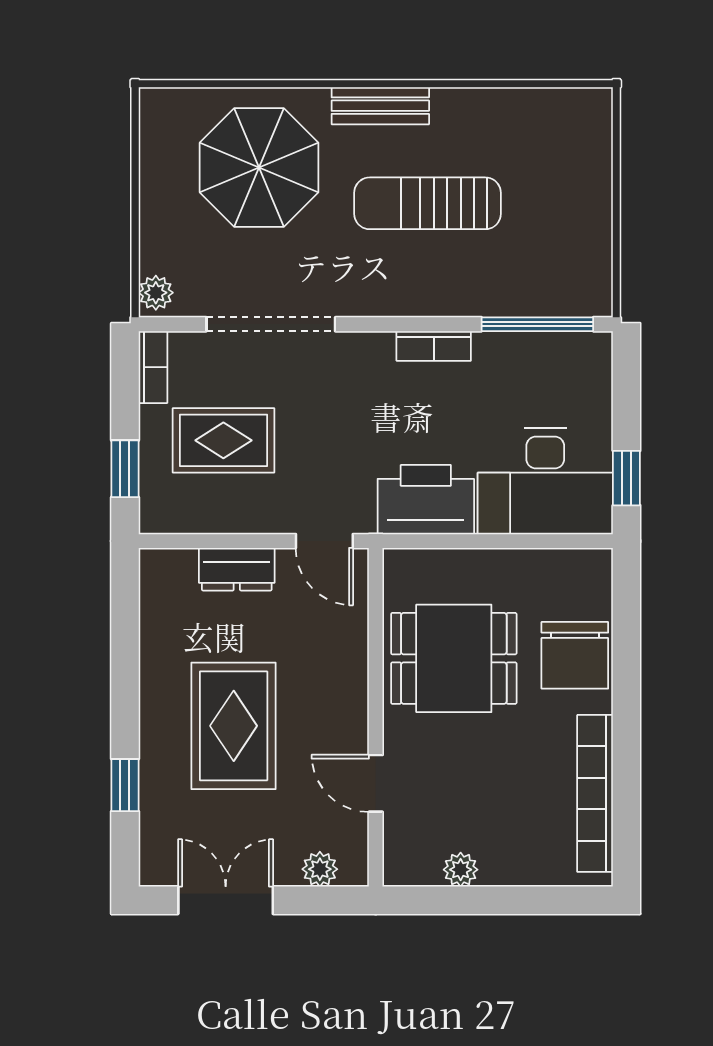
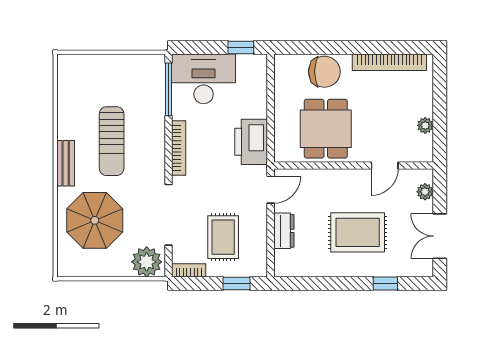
plant: (156, 293) -> (147, 262), width x1.88, depth x1.88
bookcase: (434, 346) -> (179, 148), width x1.56
desk: (545, 481) -> (204, 79), moved, turned -90

